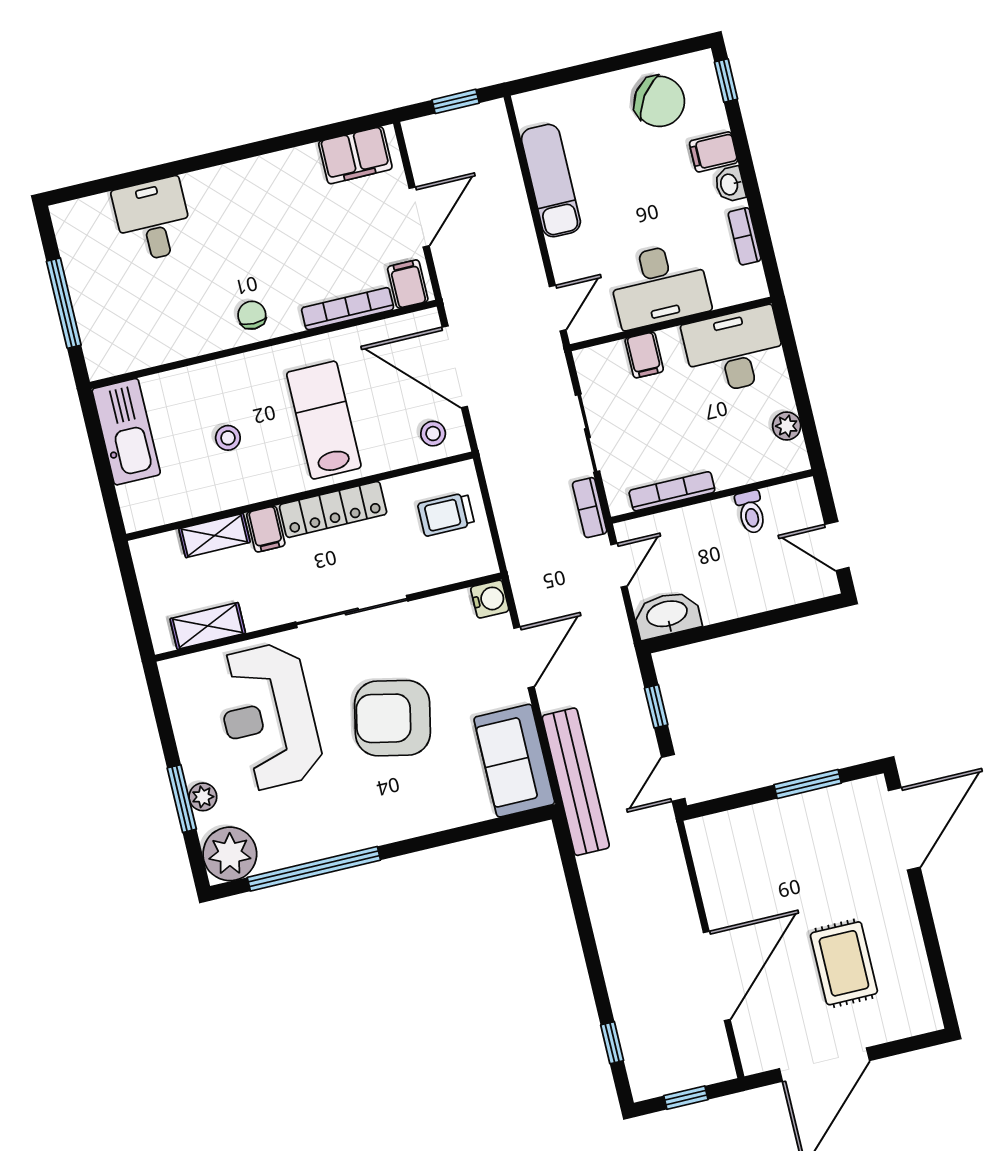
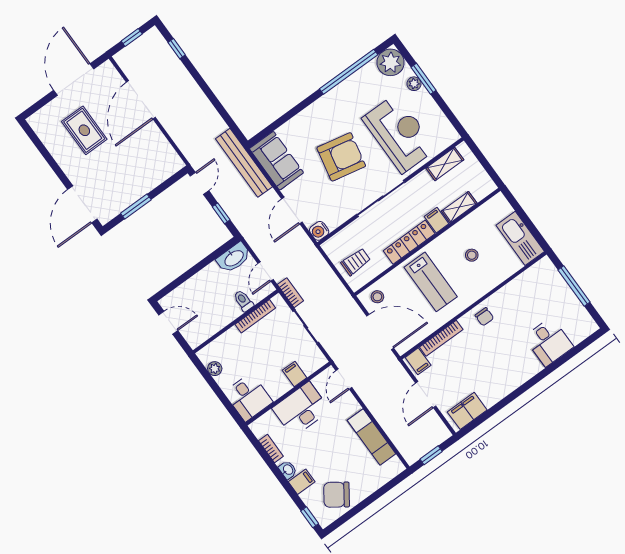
desk: (734, 351) -> (248, 397), width x0.73
toilet: (751, 512) -> (243, 301), moved

